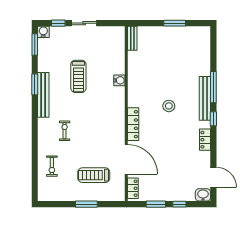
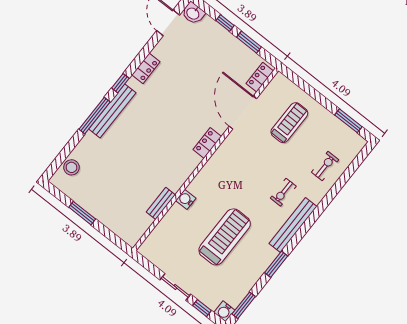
bench: (132, 38) -> (161, 203), moved
treadmill: (78, 76) -> (225, 237), width x1.37, depth x1.37
bench: (43, 95) -> (293, 225), moved
stool: (169, 106) -> (71, 167), moved
locker: (133, 124) -> (207, 143), width x0.66
treadmill: (94, 175) -> (289, 123), turned -90
window: (86, 204) -> (348, 121), moved

